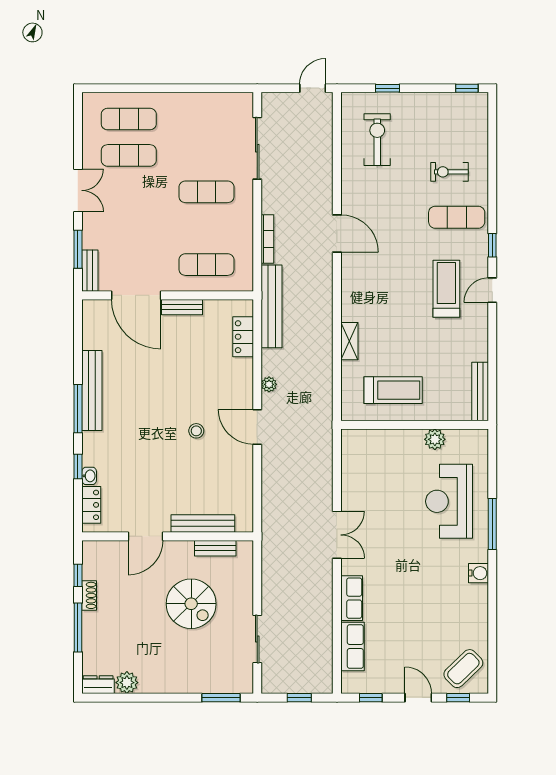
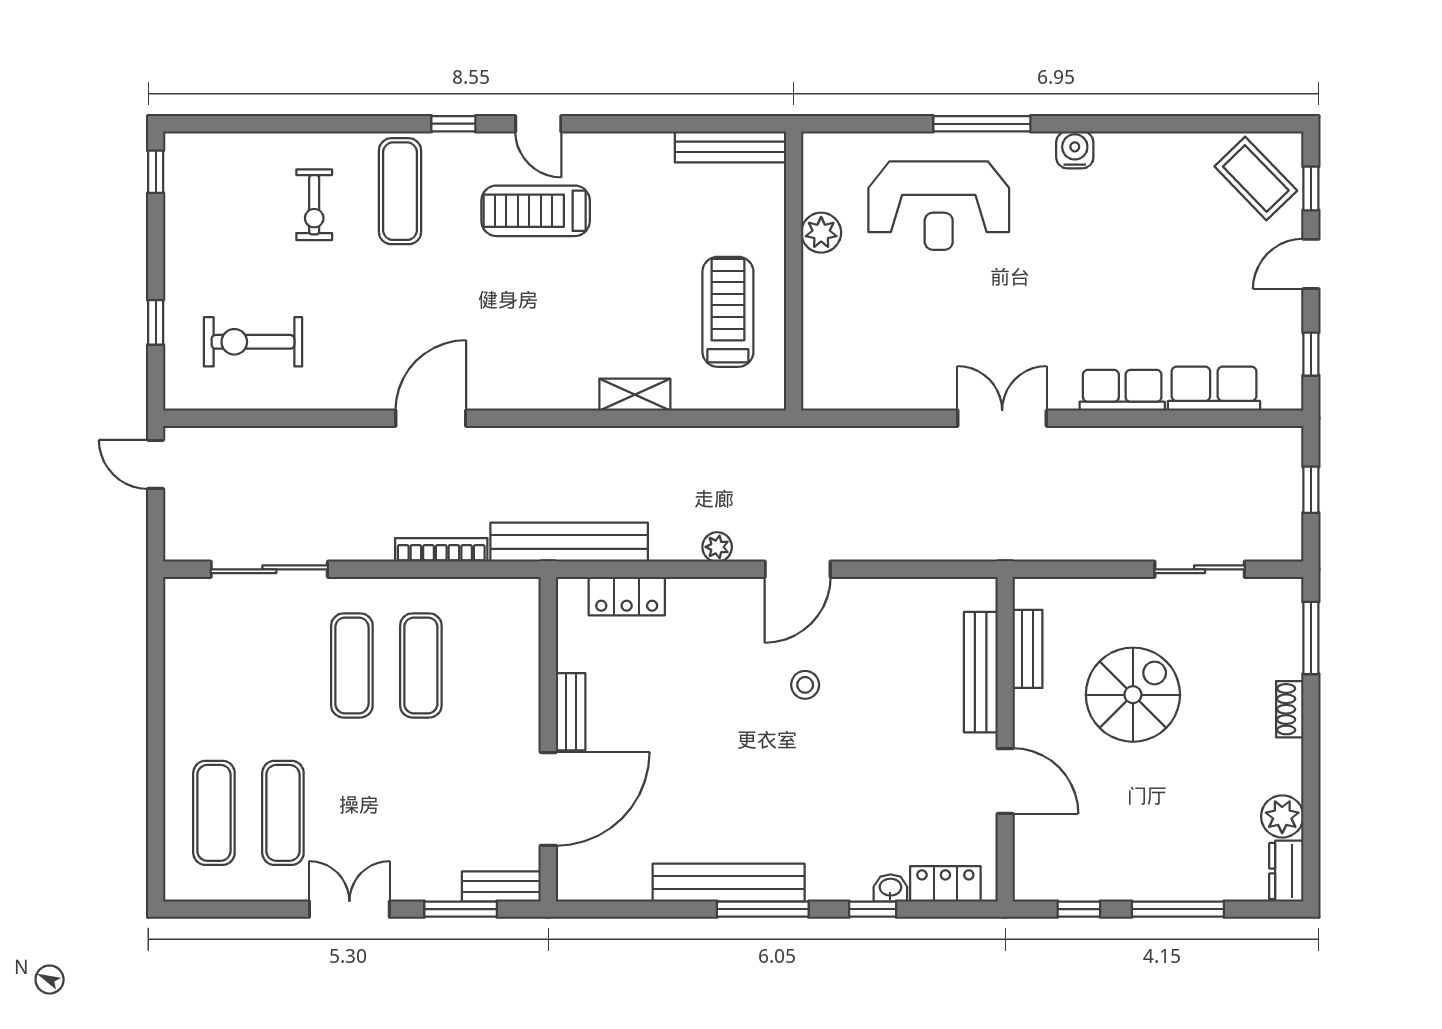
exercise mat: (206, 265) -> (421, 665), moved
shoe rack: (89, 595) -> (1290, 709), moved, turned -90

